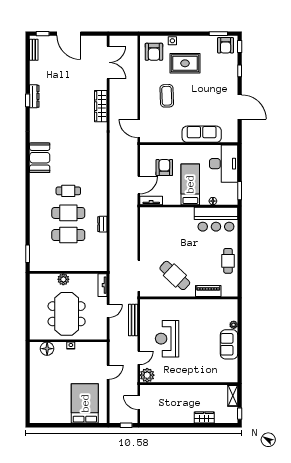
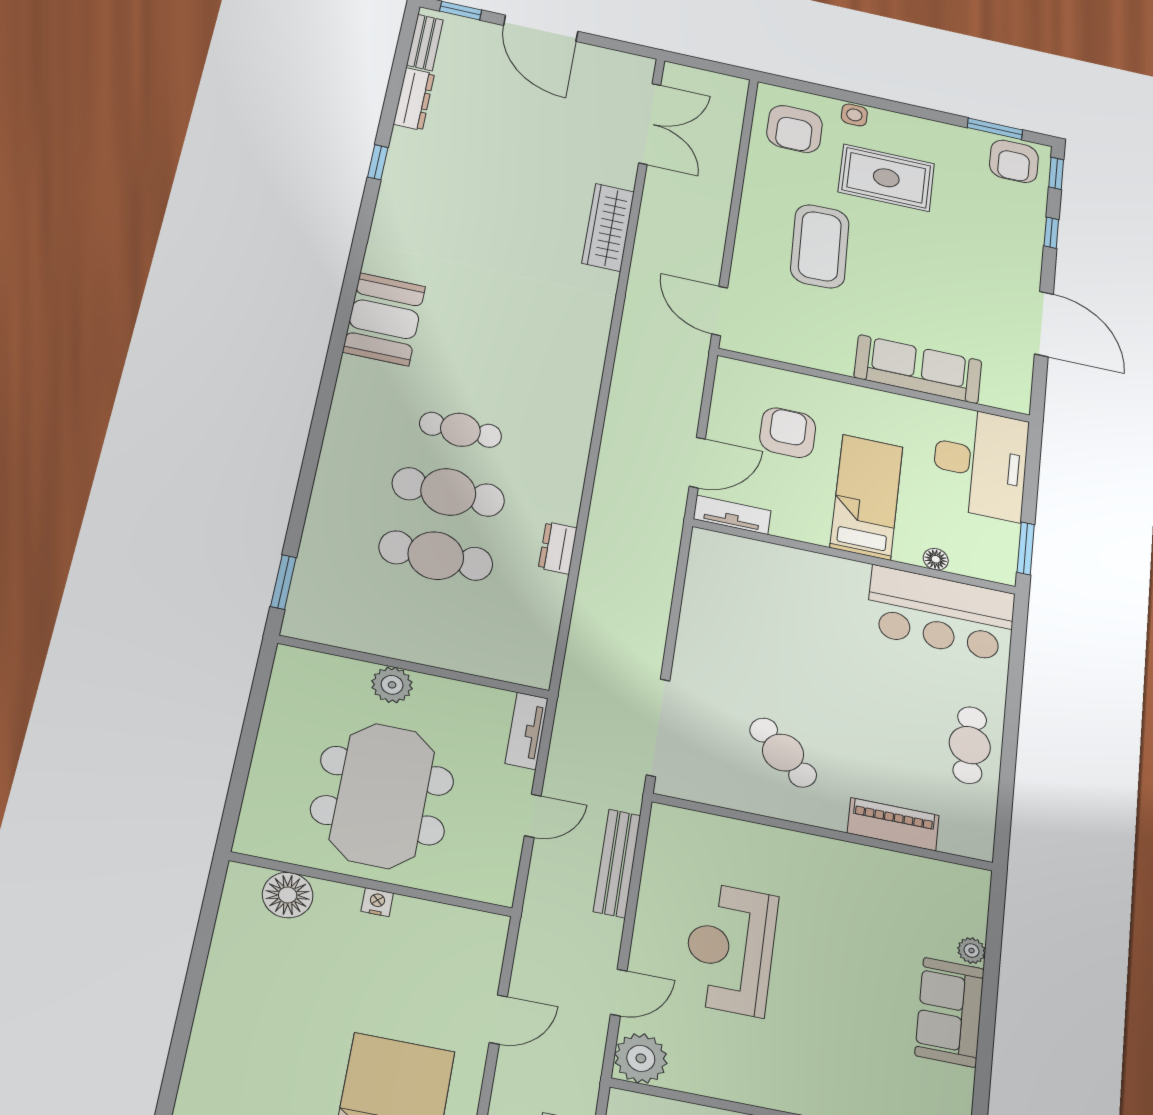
dresser: (34, 96) -> (414, 99), moved
coffee table: (167, 96) -> (820, 246), width x1.36, depth x1.32
cafe table: (175, 275) -> (783, 753), width x0.73, depth x0.74

